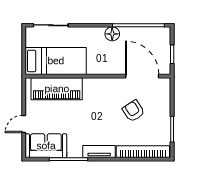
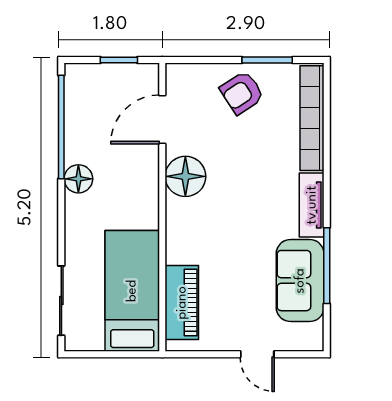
door: (142, 76) -> (162, 119), width x0.73
floor lamp: (113, 88) -> (185, 176), added
piano: (57, 89) -> (182, 303), width x0.73, depth x0.75
armchair: (133, 111) -> (242, 93), moved
sofa: (46, 146) -> (300, 281), moved

